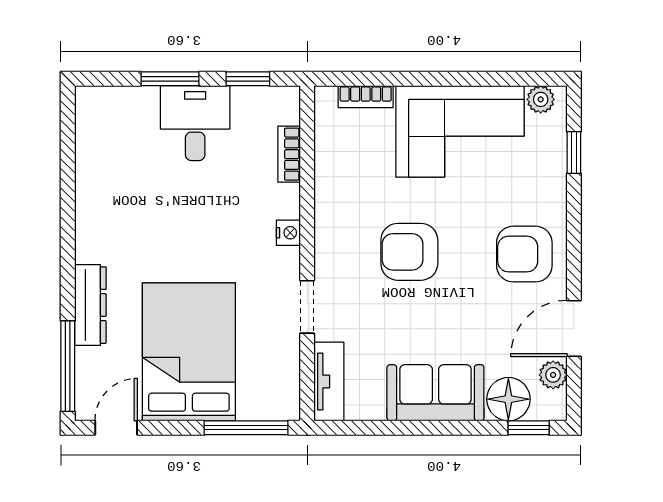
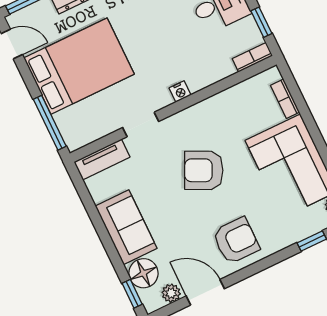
bookcase: (289, 154) -> (252, 57), moved
armchair: (409, 252) -> (204, 170), turned -64
armchair: (524, 254) -> (236, 241), turned 90

